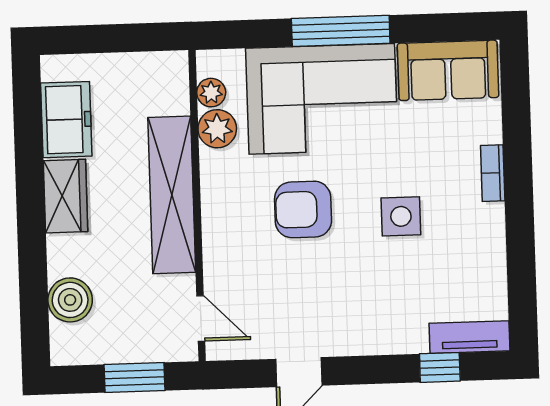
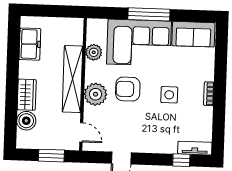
plant: (211, 93) -> (96, 94), moved, width x1.87, depth x1.87
bookcase: (493, 173) -> (209, 94), moved
wardrobe: (66, 196) -> (27, 95), moved

